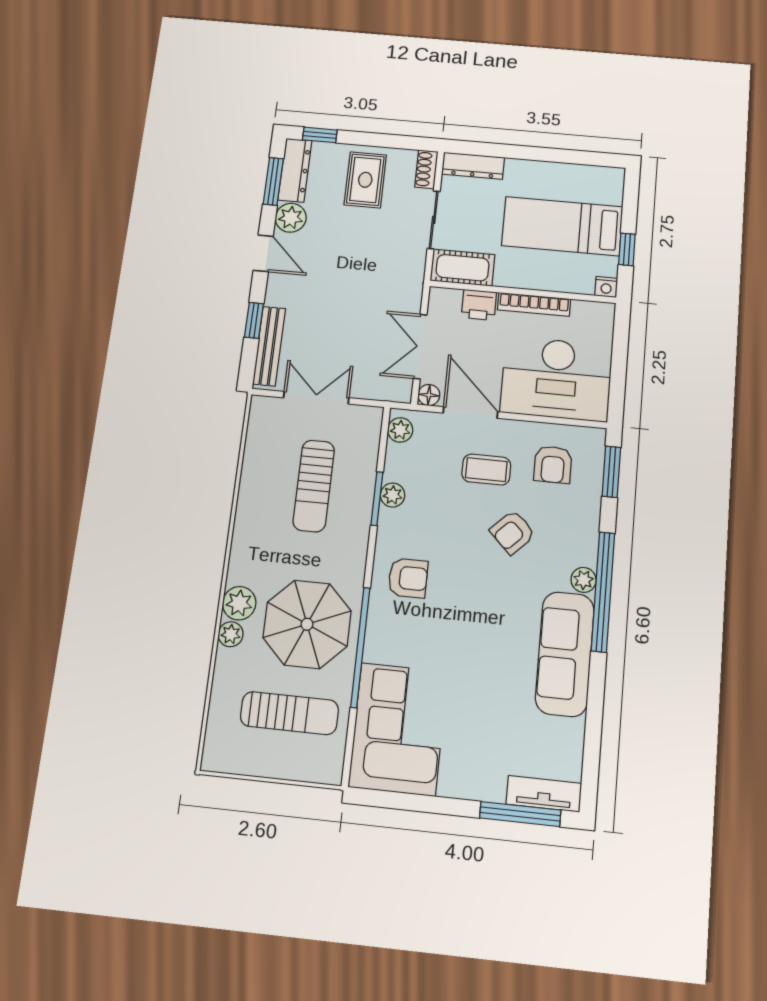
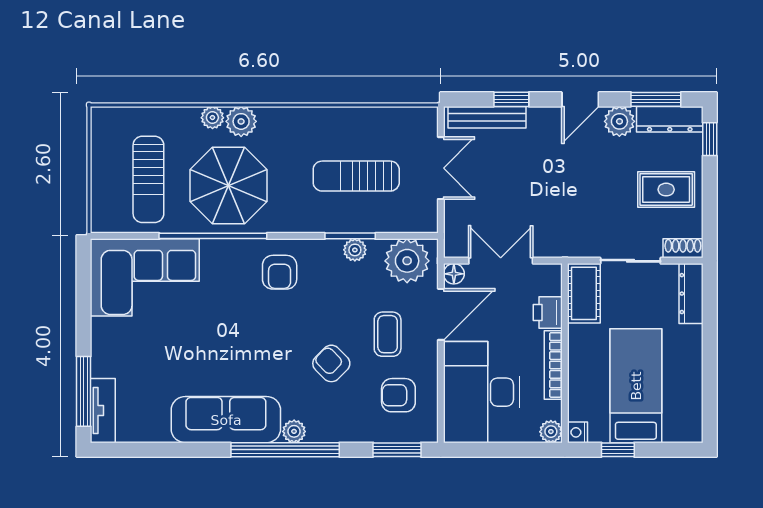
plant: (603, 313) -> (551, 432), added
plant: (400, 430) -> (407, 261), width x1.87, depth x1.87

